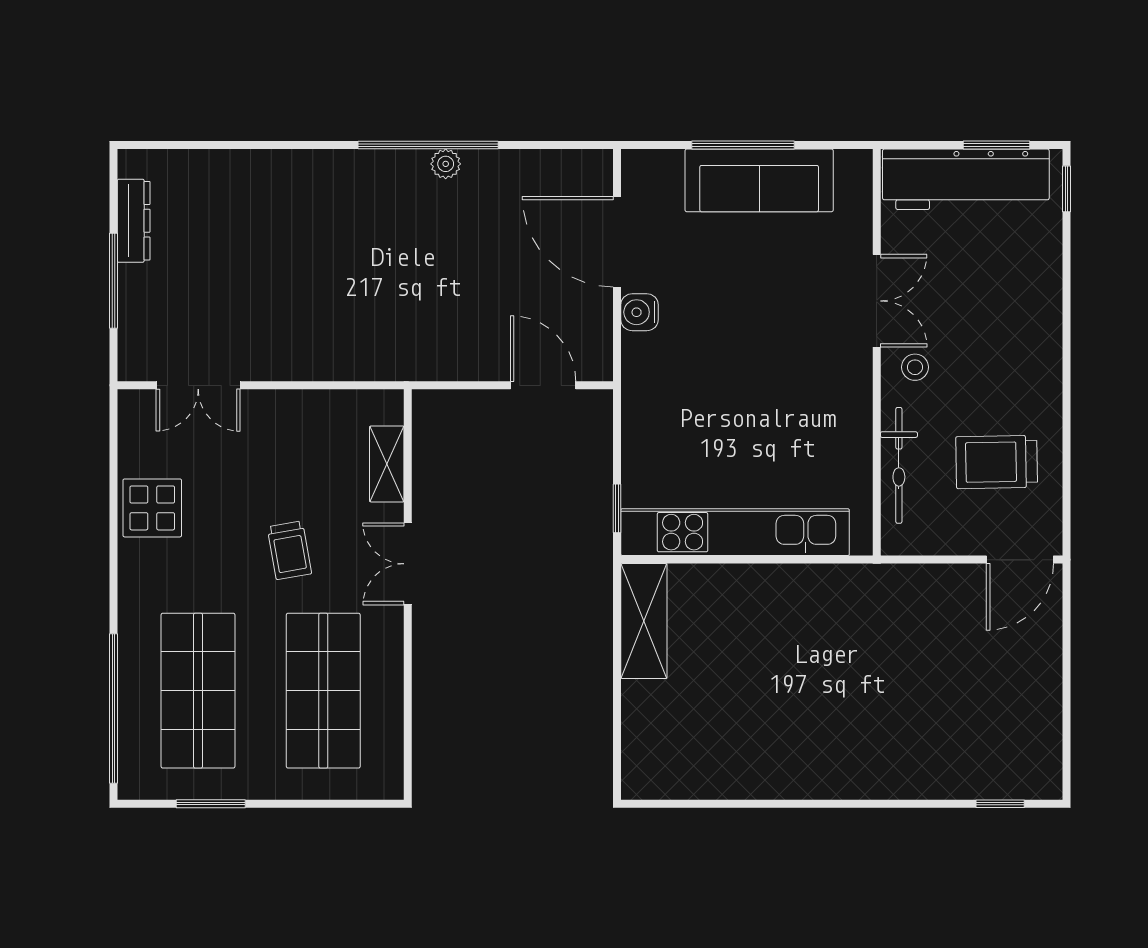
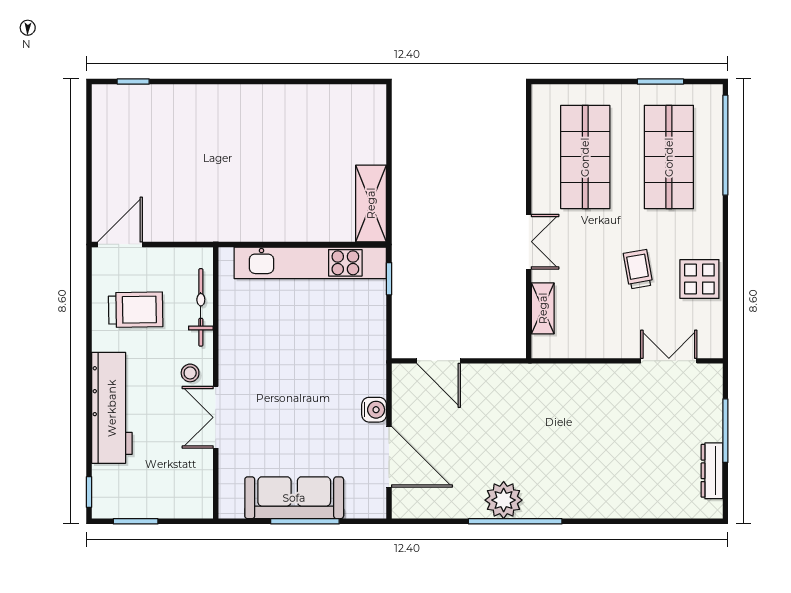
plant: (446, 164) -> (504, 500), width x1.88, depth x1.88
workbench: (966, 179) -> (112, 408), moved, turned 90
trolley: (289, 550) -> (638, 269), moved

